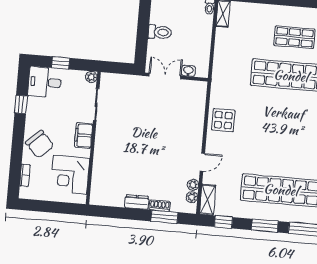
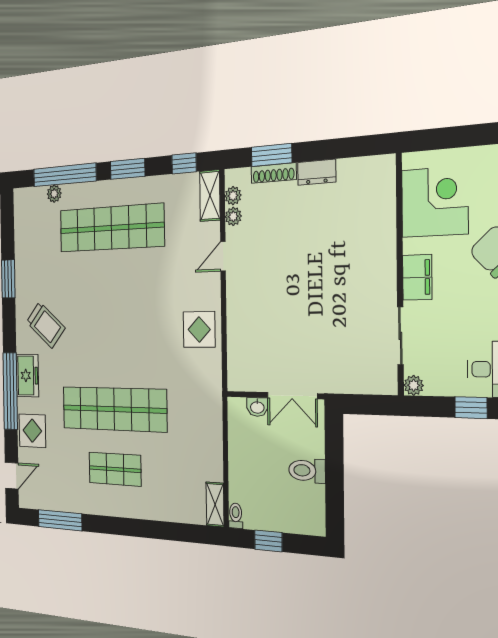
shoe rack: (160, 206) -> (274, 173), width x1.43

